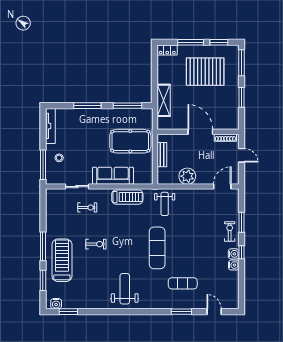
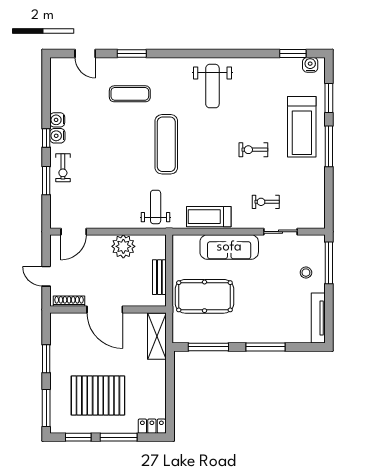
shelving: (164, 100) -> (157, 336), moved

